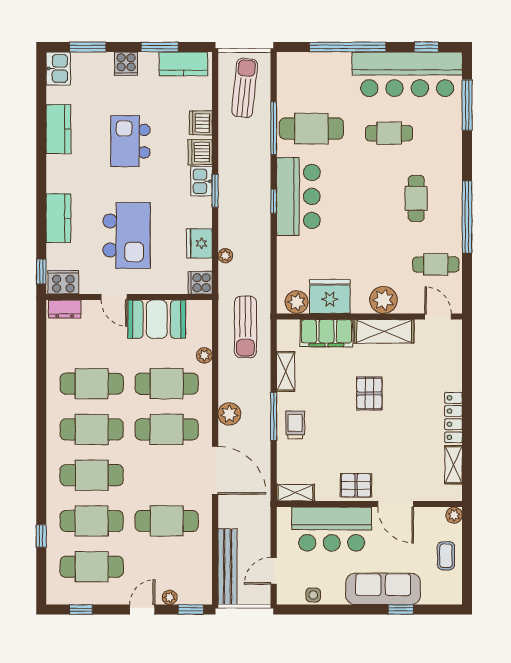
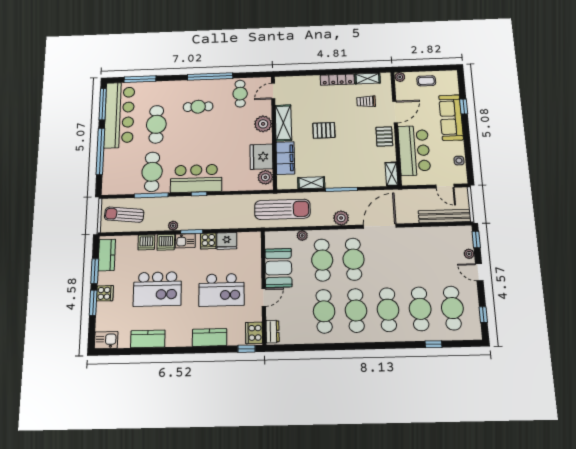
window: (88, 47) -> (93, 303), moved
window: (426, 47) -> (103, 104), width x2.17
cafe table: (389, 133) -> (156, 124), width x1.37, depth x1.35
kitchen island: (130, 141) -> (157, 289), width x1.37, depth x1.28
kitchen island: (127, 235) -> (221, 290), turned 180
plant: (225, 256) -> (173, 226), moved
cooker: (200, 283) -> (208, 241), moved
sun lounger: (245, 327) -> (282, 209), width x1.36, depth x1.34
trolley: (295, 425) -> (366, 101), moved
cafe table: (167, 521) -> (416, 257), removed

